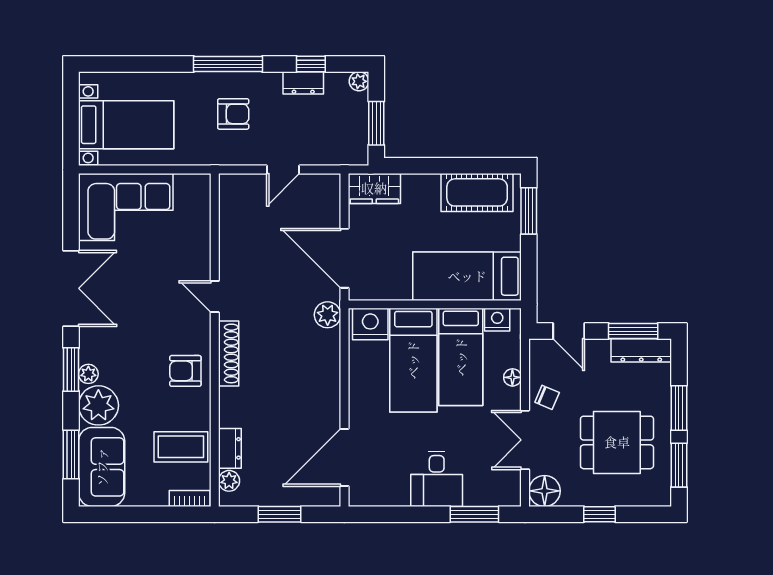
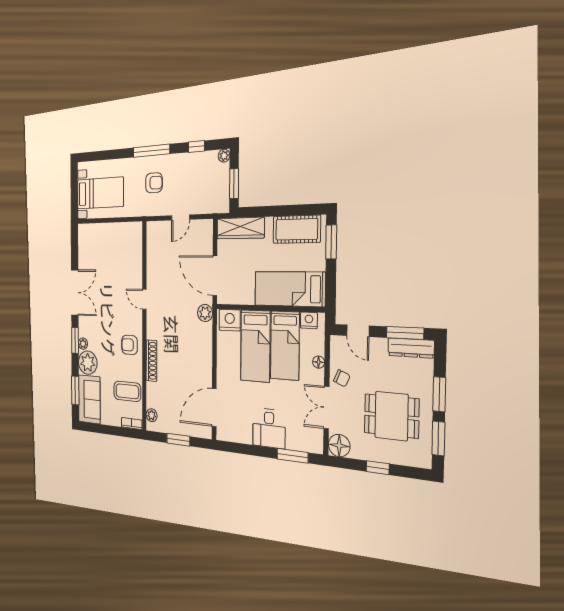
dresser: (303, 83) -> (192, 159), removed
wardrobe: (374, 188) -> (240, 228), width x1.50
corner sofa: (126, 207) -> (100, 243), removed
shoe rack: (229, 353) -> (151, 361), moved
dresser: (230, 448) -> (152, 395), removed

